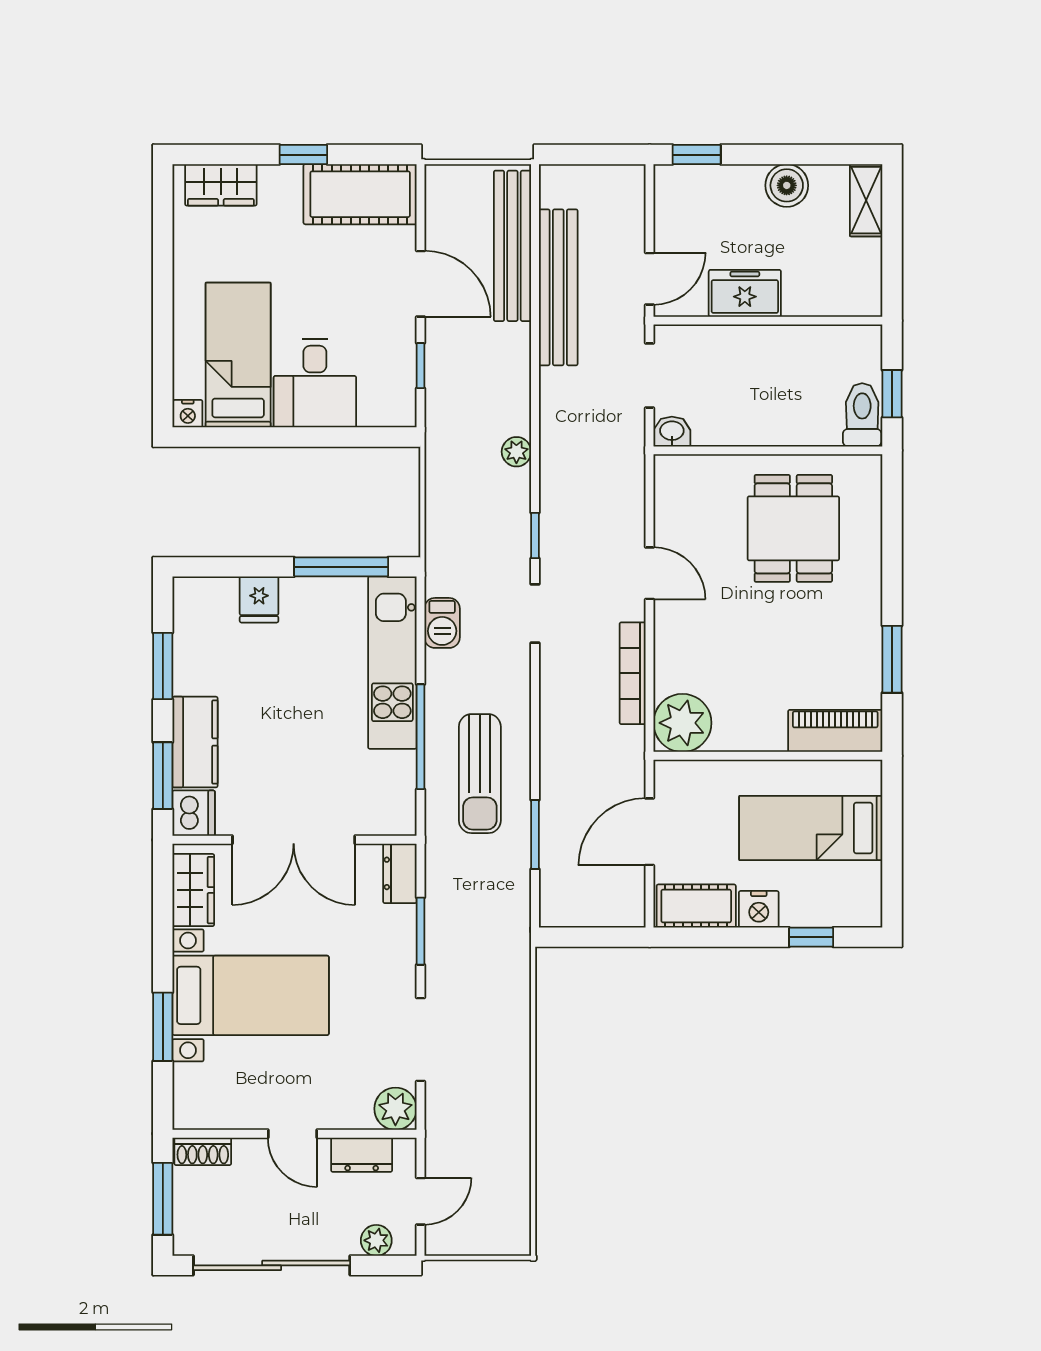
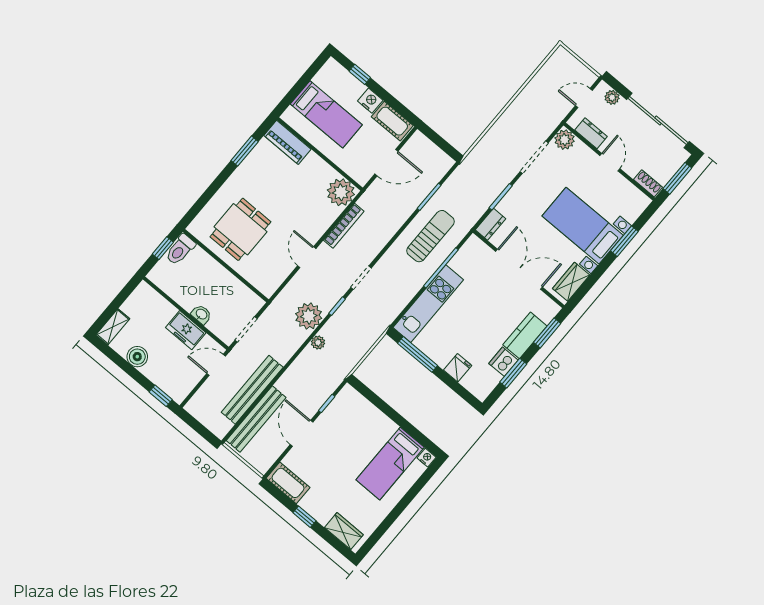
cot: (360, 194) -> (288, 483), width x0.73, depth x0.75
desk: (315, 383) -> (371, 430), removed
washbasin: (672, 432) -> (201, 314), moved, turned 180
plant: (567, 481) -> (309, 316), added
barbecue: (442, 623) -> (398, 303), removed
dishwasher: (194, 813) -> (504, 362), moved

